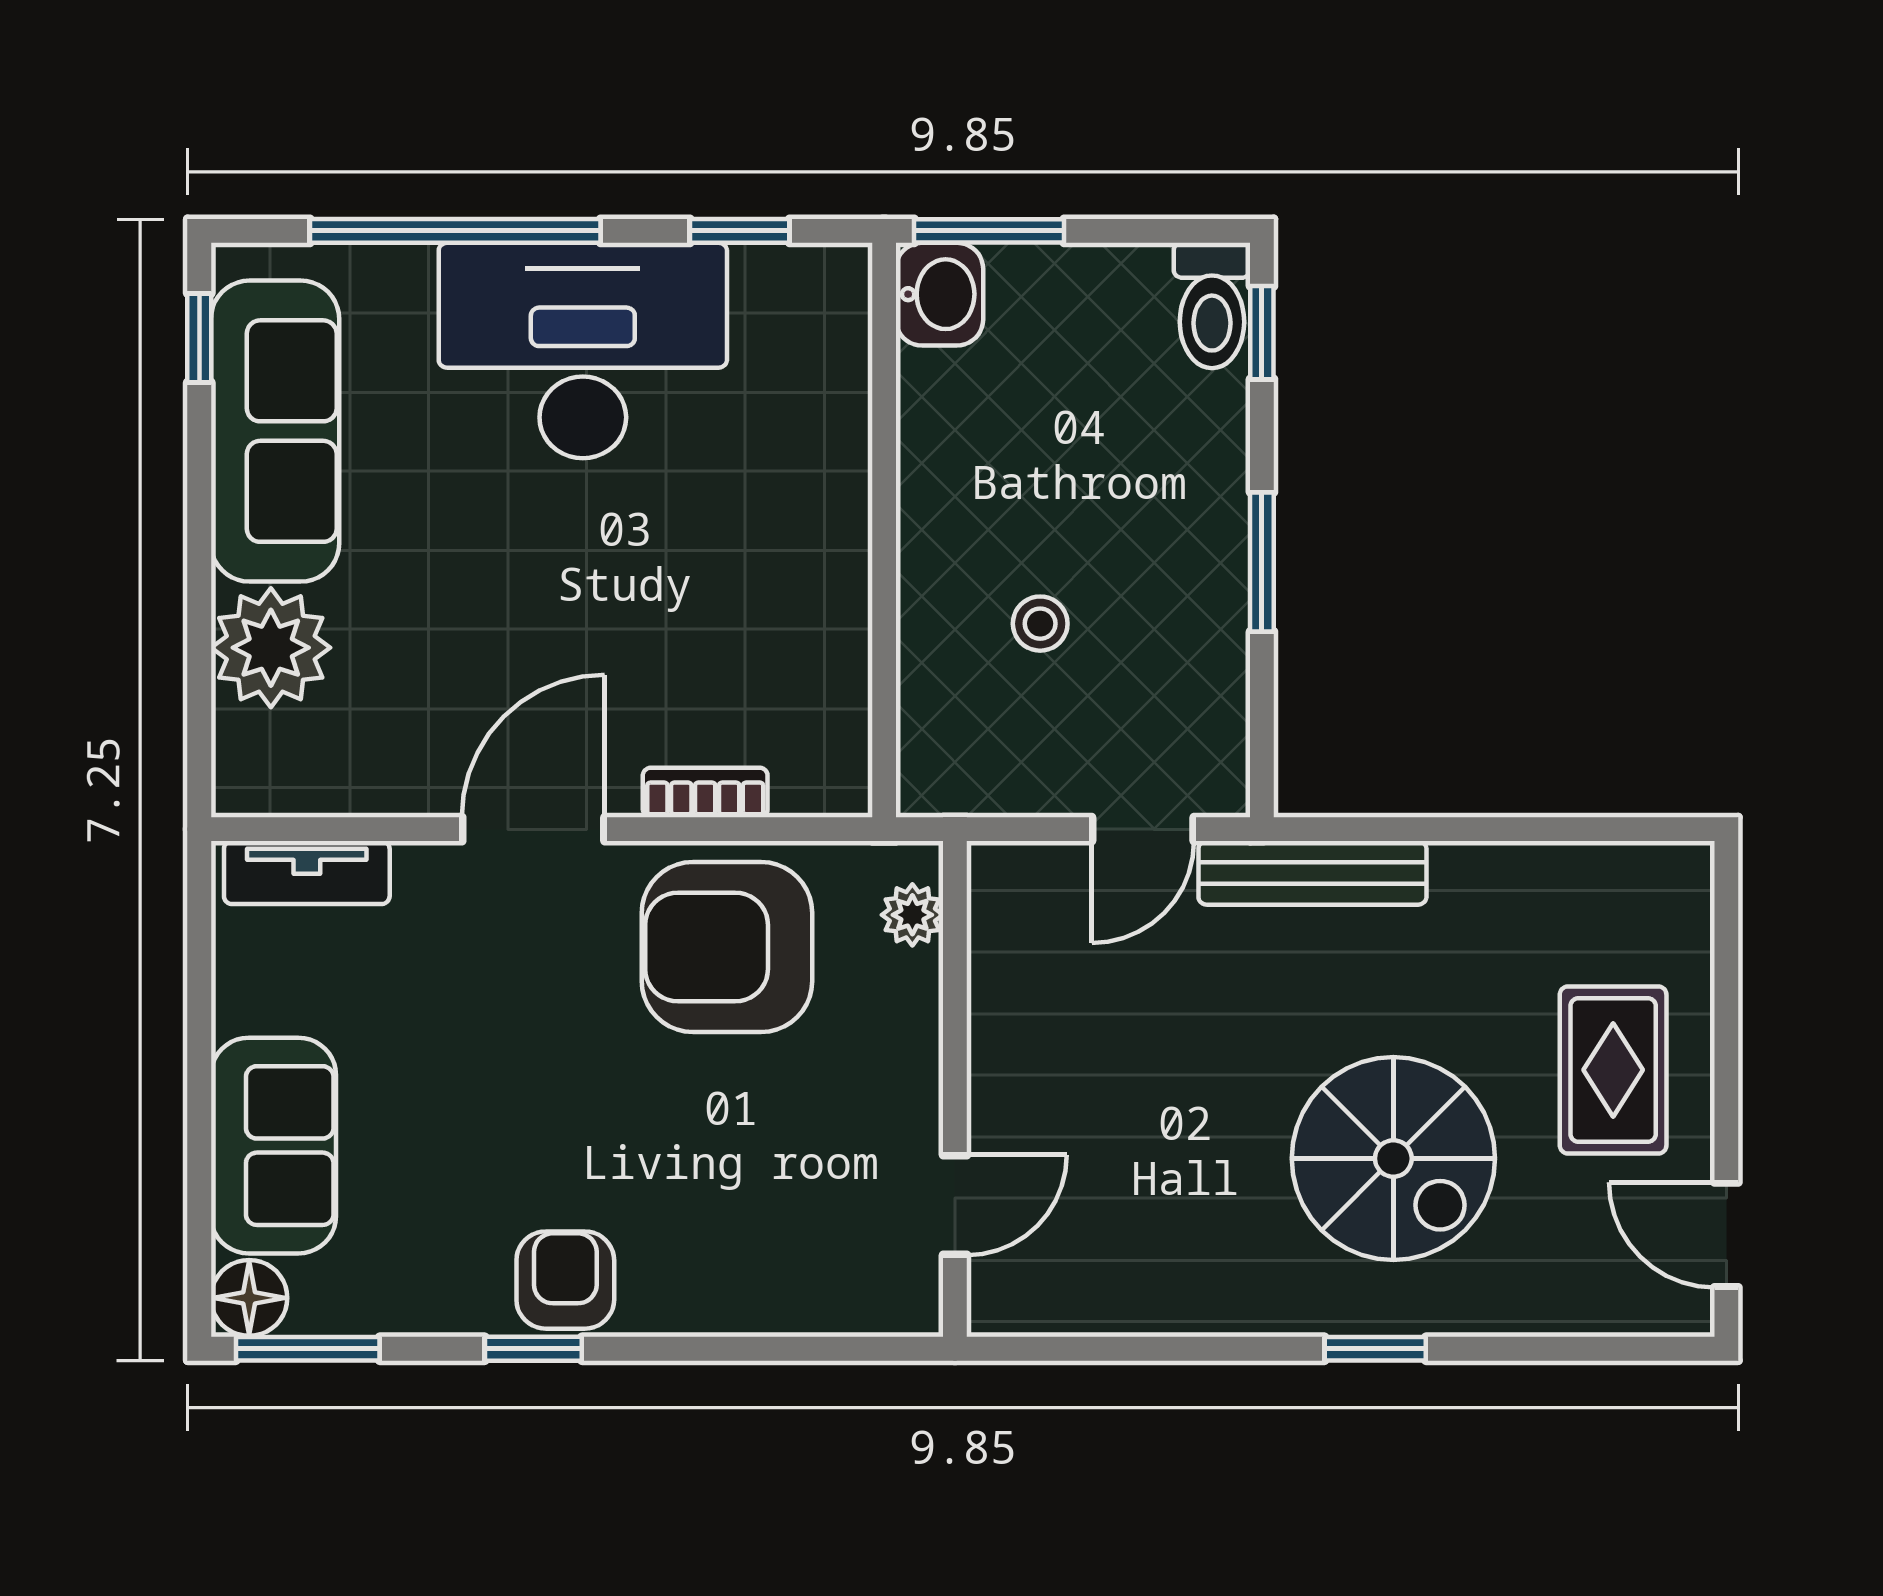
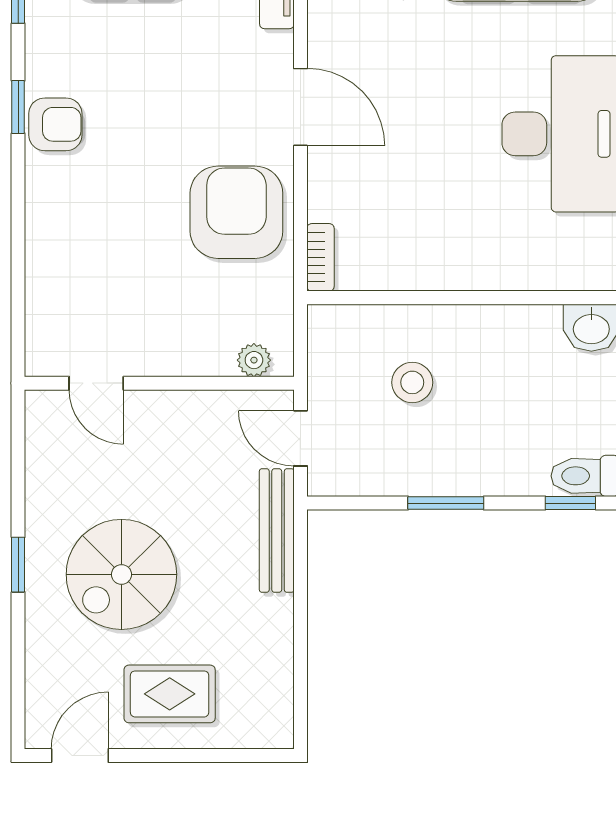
stool: (1040, 624) -> (412, 382), width x1.37, depth x1.37
bookcase: (705, 792) -> (320, 257), moved
plant: (912, 915) -> (254, 360), moved
wall: (955, 1089) -> (159, 383), moved
door: (955, 1205) -> (96, 383), moved

